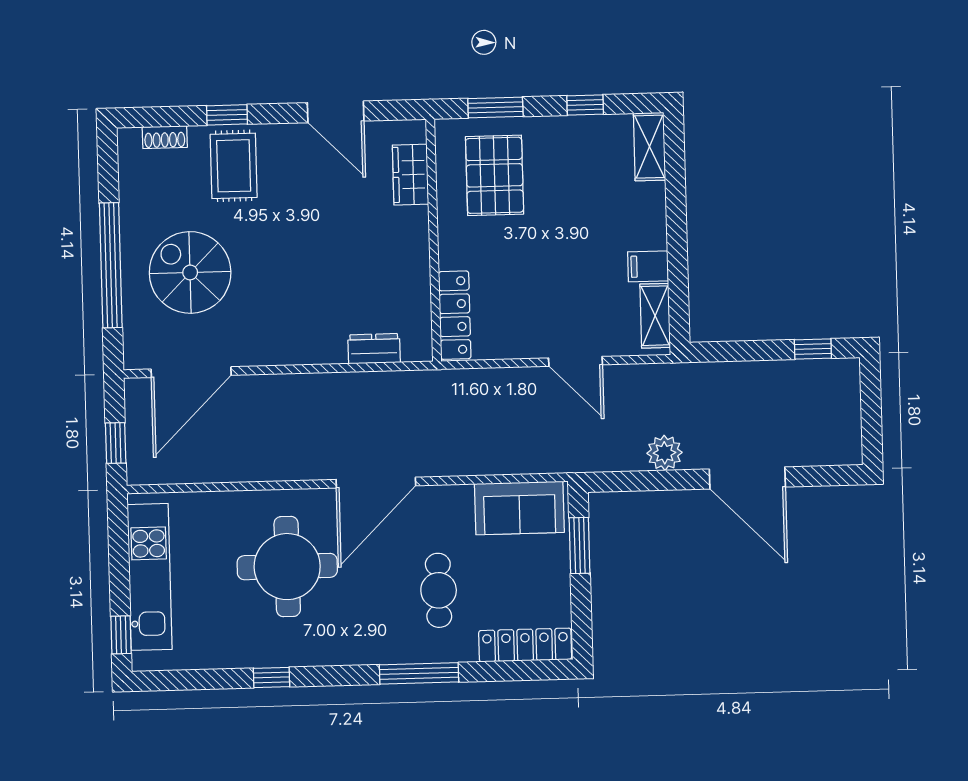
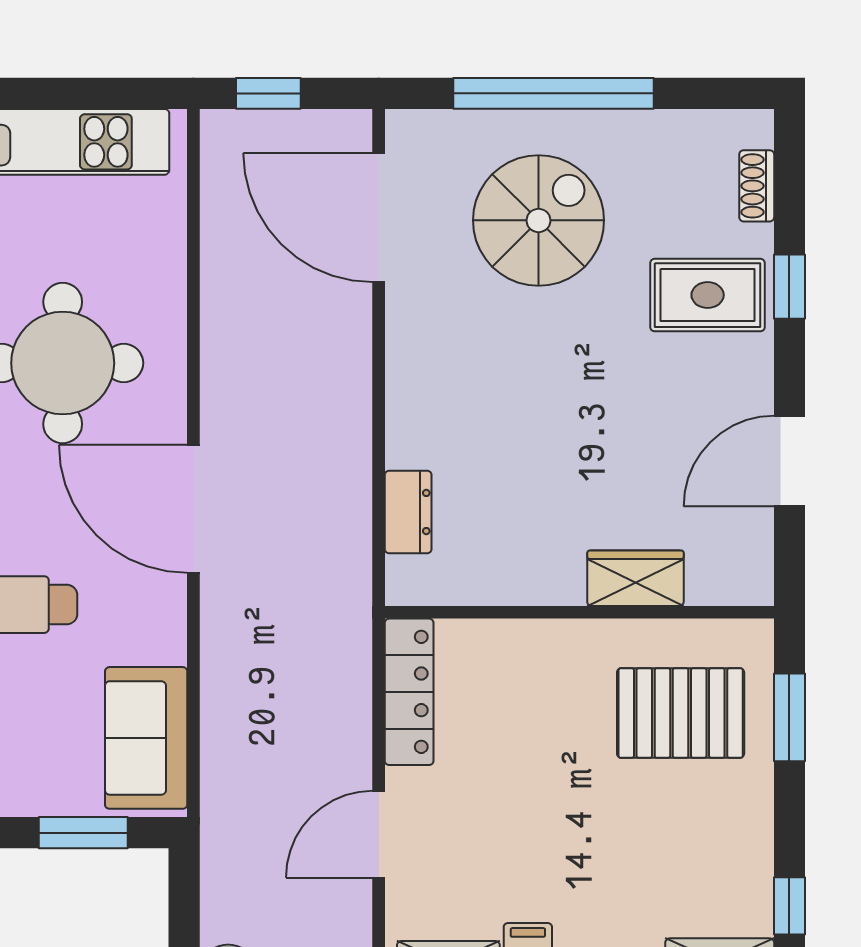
window: (585, 105) -> (789, 906), moved
wardrobe: (410, 175) -> (635, 578), moved
locker: (455, 315) -> (409, 692), moved, turned -90

